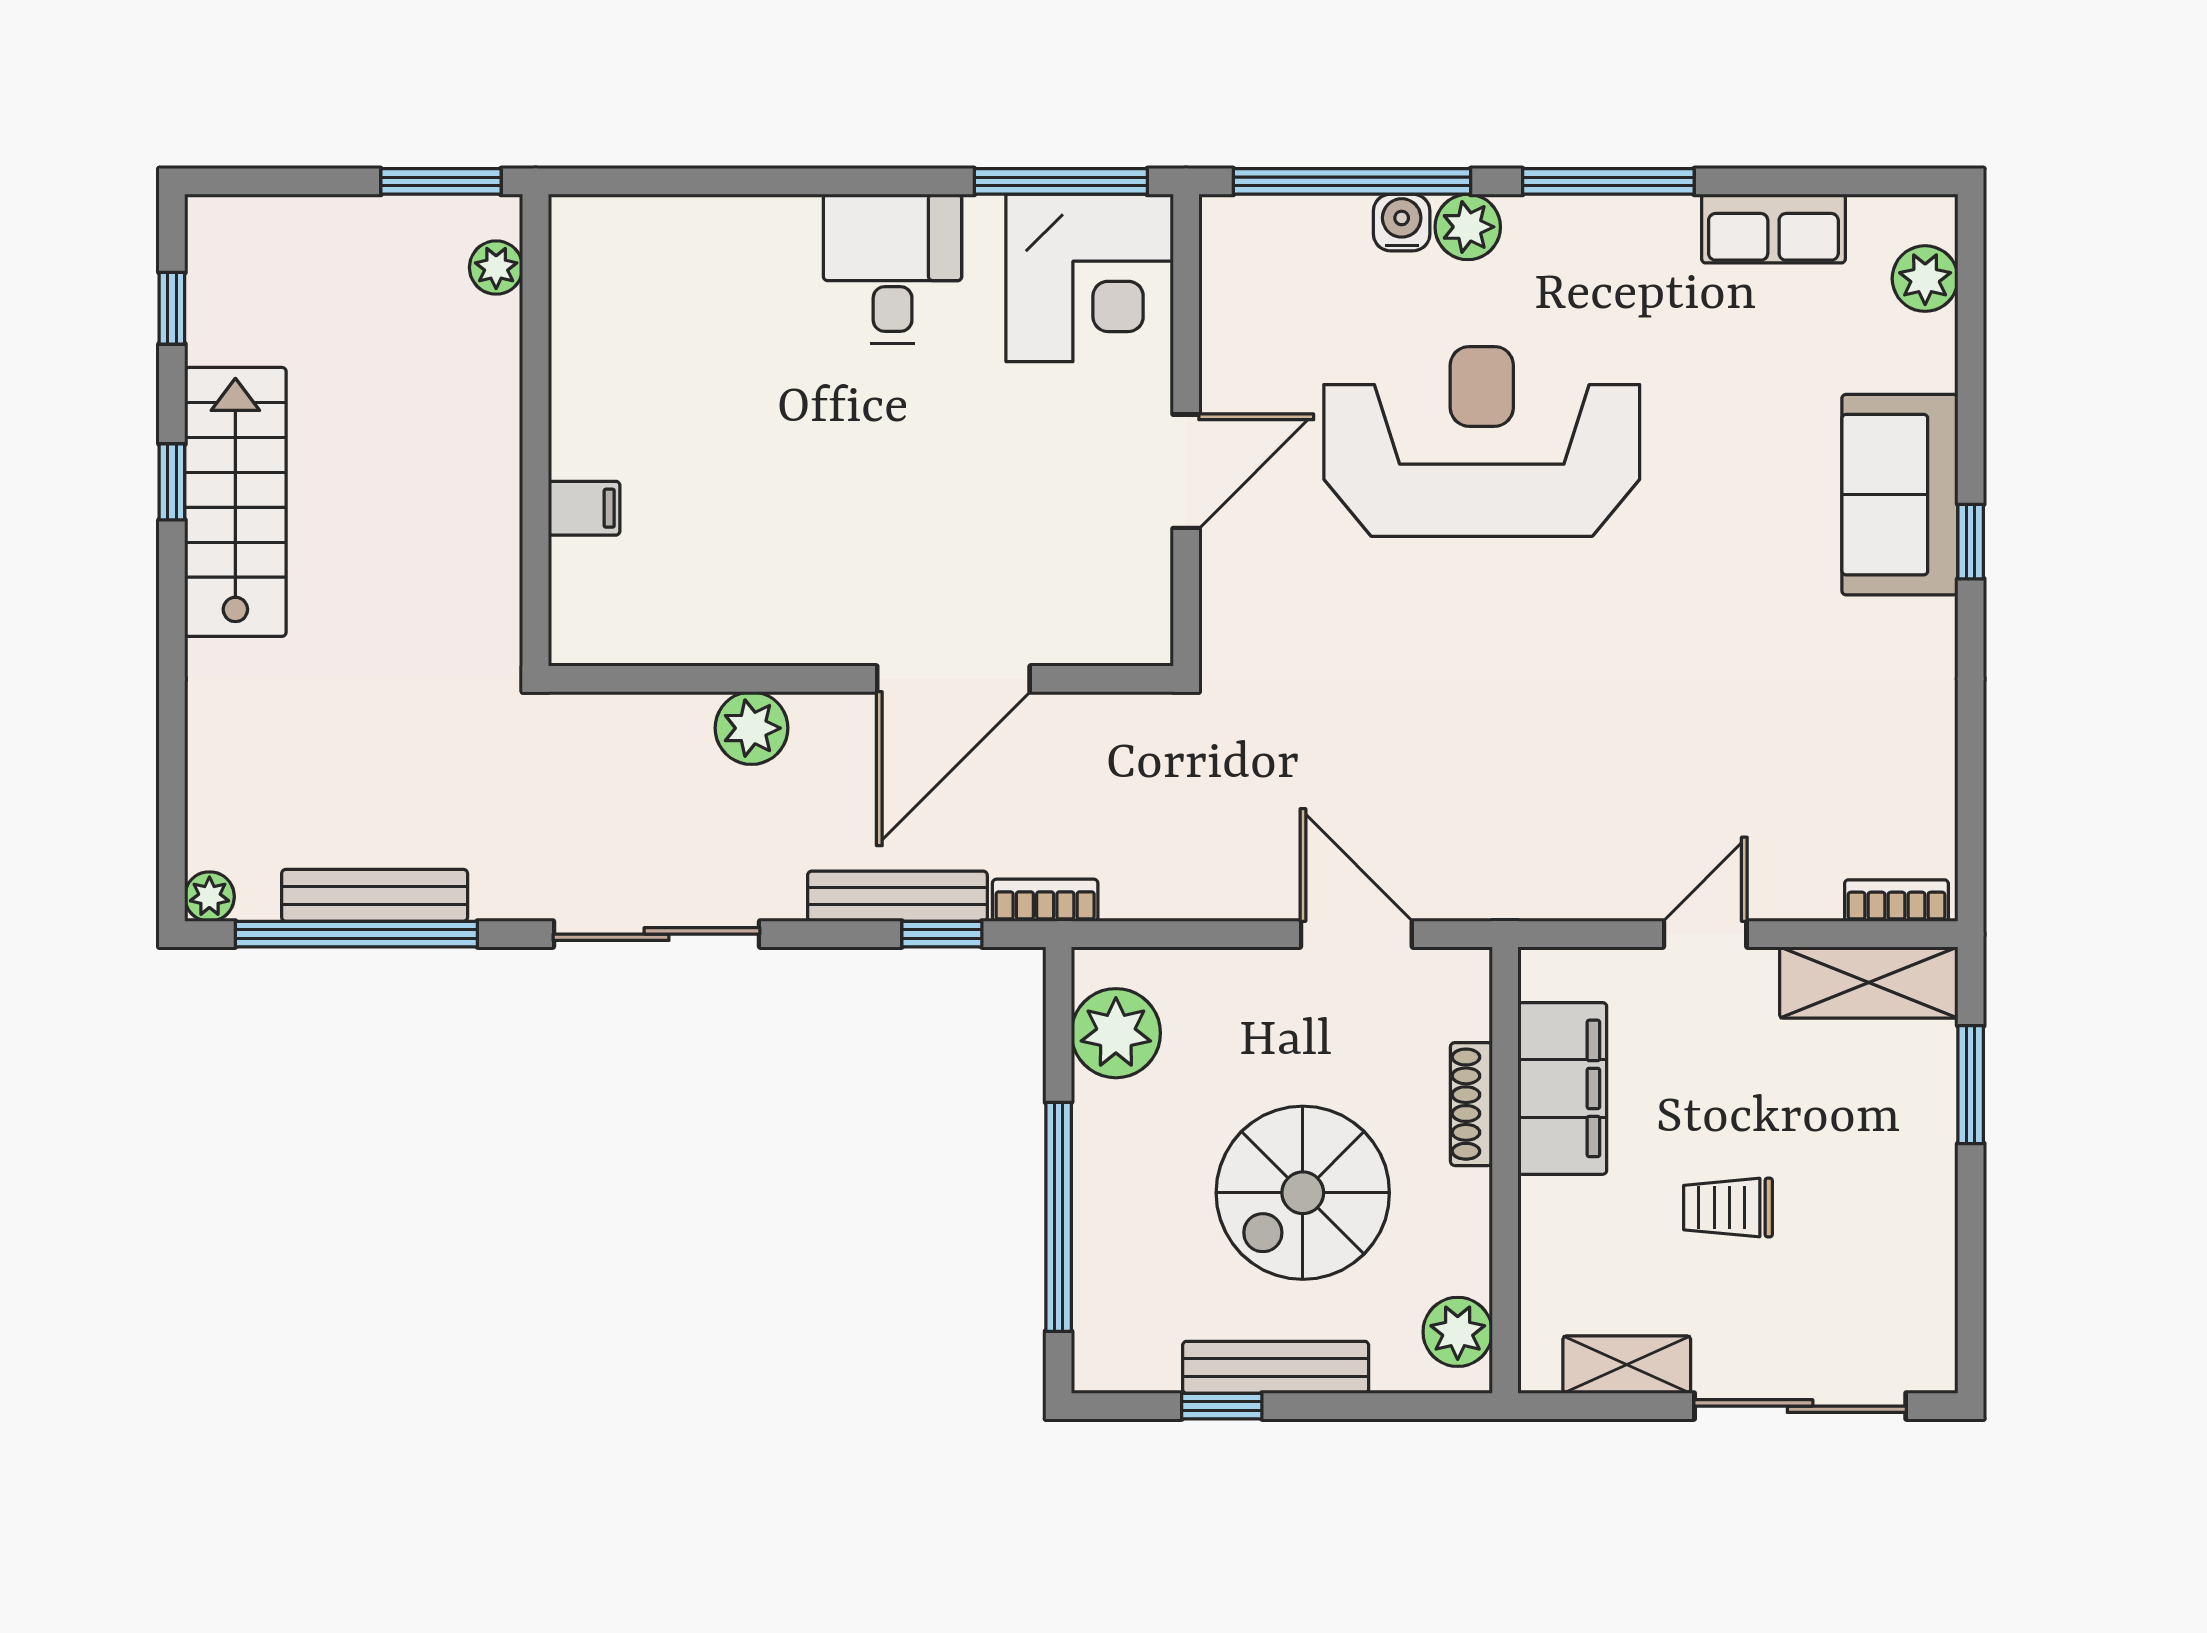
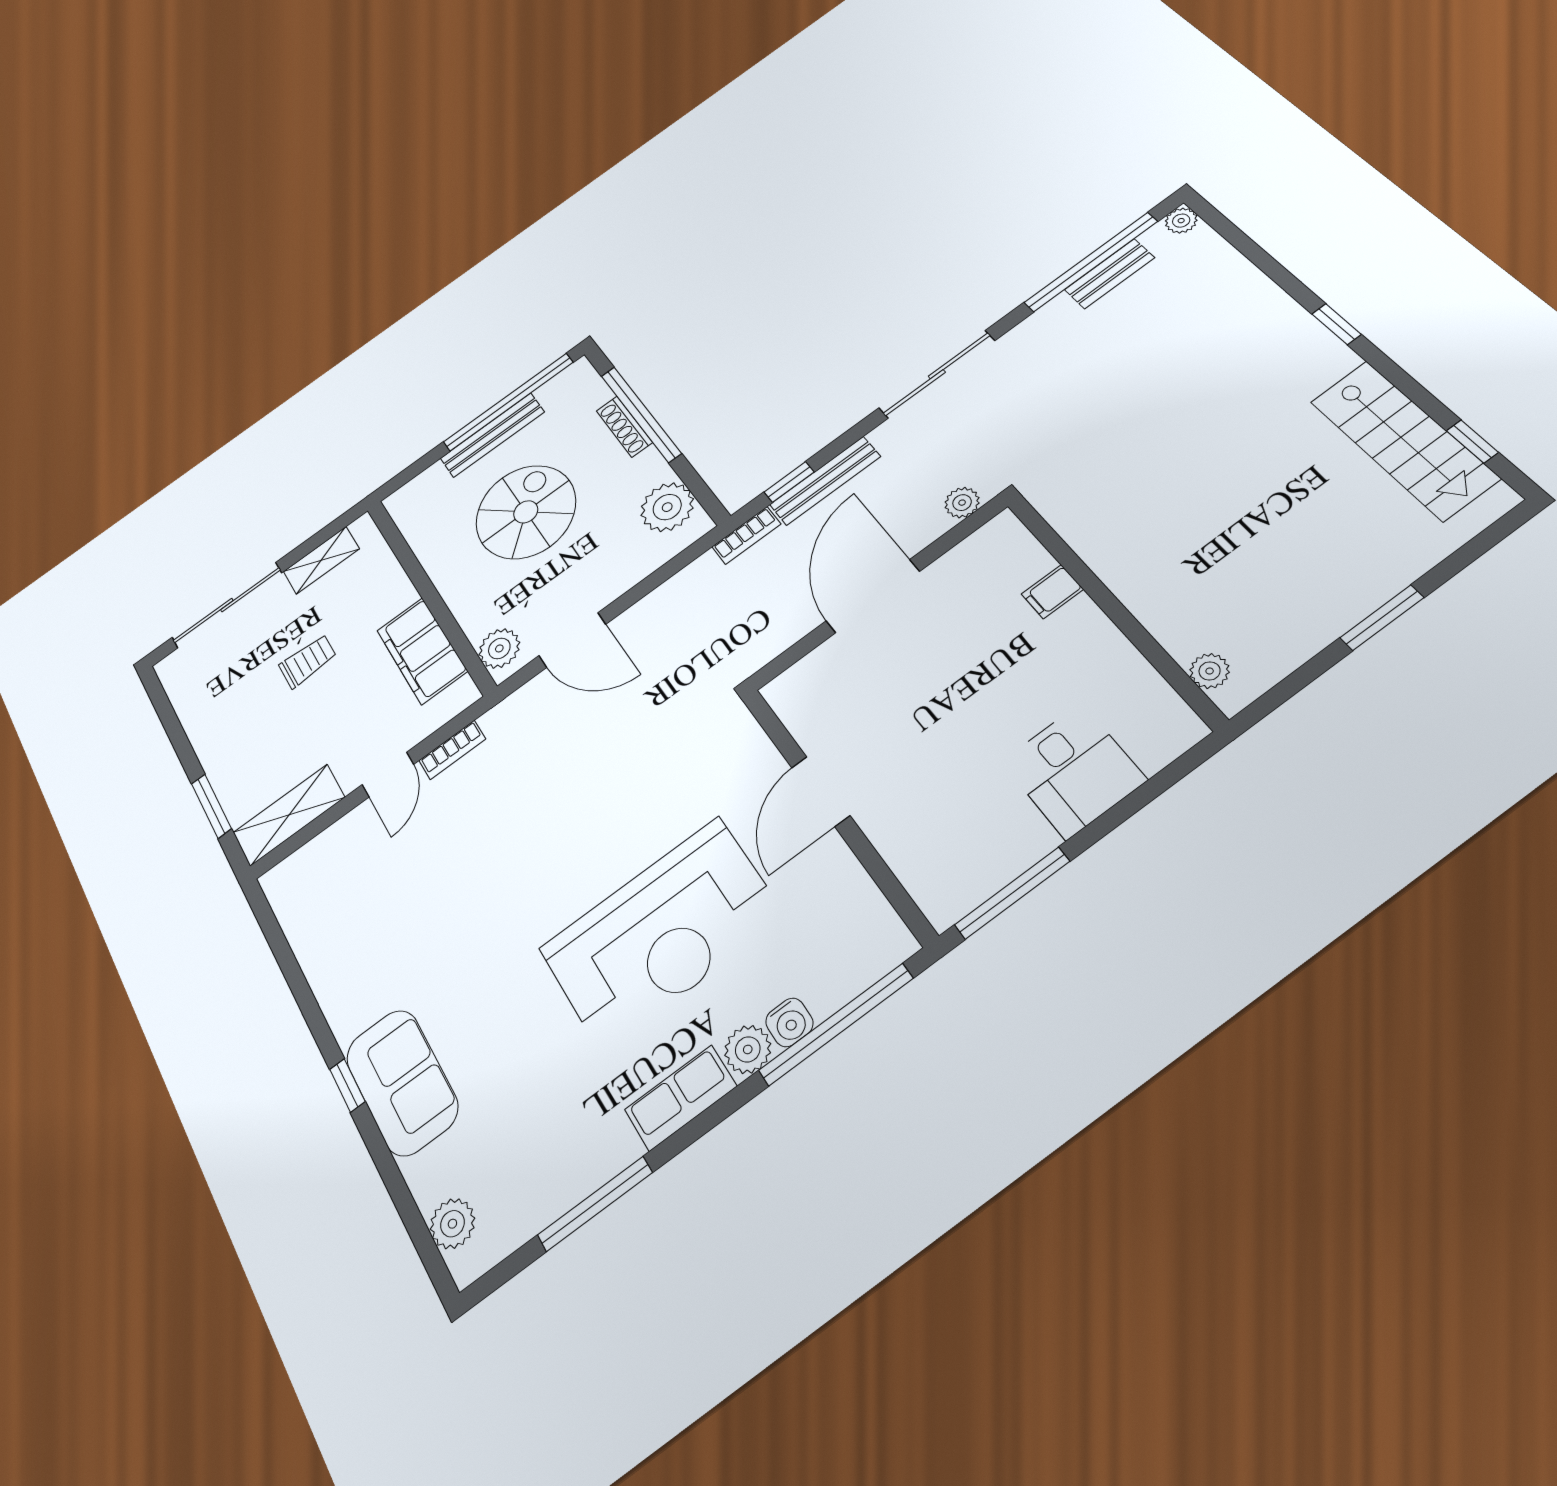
window: (1608, 181) -> (595, 1204), moved
row of seats: (1773, 229) -> (681, 1098), moved
plant: (496, 268) -> (1210, 671), moved
corner desk: (1090, 278) -> (953, 852), removed
wall: (536, 430) -> (1113, 608), moved
window: (172, 482) -> (1337, 324), moved
stairs: (235, 502) -> (1404, 440), moved
filing cabinet: (584, 508) -> (1052, 592), moved
plant: (751, 728) -> (962, 503), width x0.73, depth x0.73
bench: (375, 895) -> (1110, 274), width x0.73
bookcase: (1896, 901) -> (452, 750), moved
shoe rack: (1471, 1104) -> (624, 427), moved, turned 180
plant: (1458, 1332) -> (499, 648), moved
window: (1222, 1406) -> (508, 402), width x3.17

